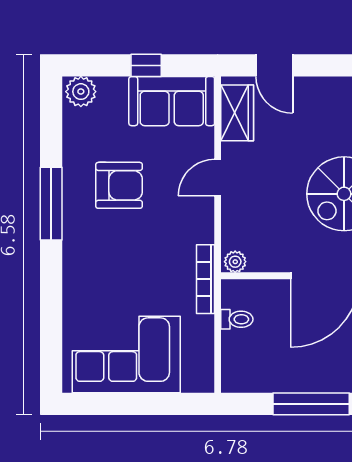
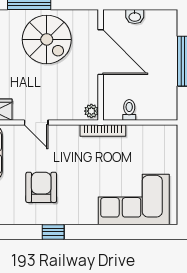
window: (51, 204) -> (53, 232), width x0.46
corner sofa: (126, 355) -> (134, 199), moved, turned 90

